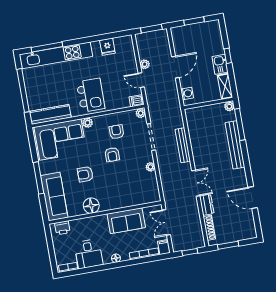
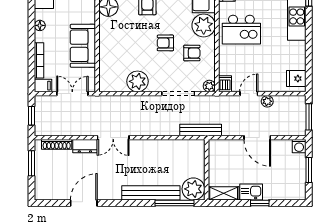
fridge: (107, 47) -> (296, 79), moved
washing machine: (187, 93) -> (299, 146), moved
plant: (229, 106) -> (193, 189), width x1.87, depth x1.87
plant: (88, 123) -> (204, 25), width x1.87, depth x1.87
bench: (183, 145) -> (201, 130), moved
plant: (150, 167) -> (137, 81), width x1.87, depth x1.87

